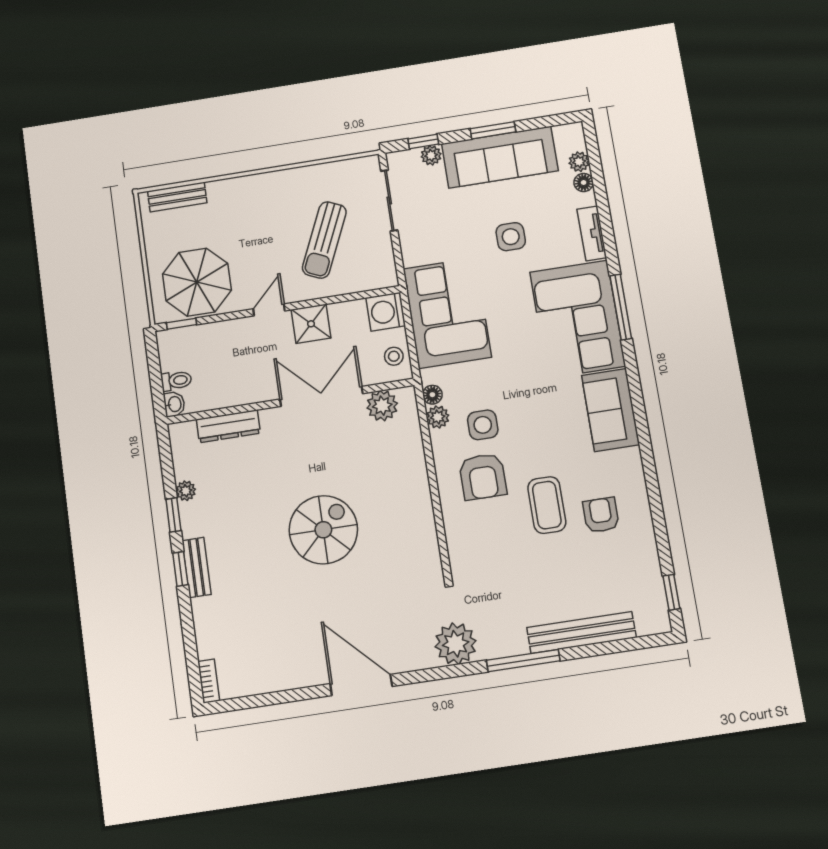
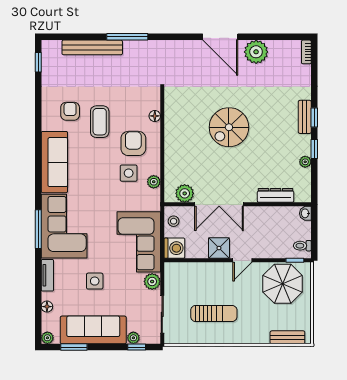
window: (493, 130) -> (74, 347), moved
plant: (579, 162) -> (47, 338), moved
sun lounger: (324, 240) -> (214, 313), moved, turned 66
plant: (414, 251) -> (152, 281), added
toilet: (176, 381) -> (302, 246), moved
floor lamp: (432, 395) -> (155, 116), moved
sofa: (611, 410) -> (54, 162), width x1.36
armchair: (601, 515) -> (70, 111), turned 180
plant: (456, 644) -> (256, 52), moved

